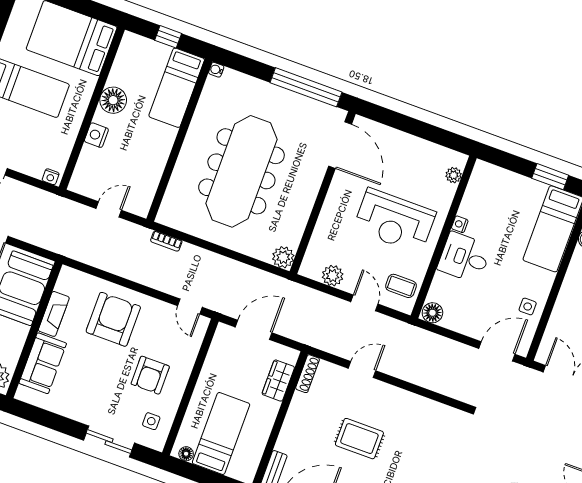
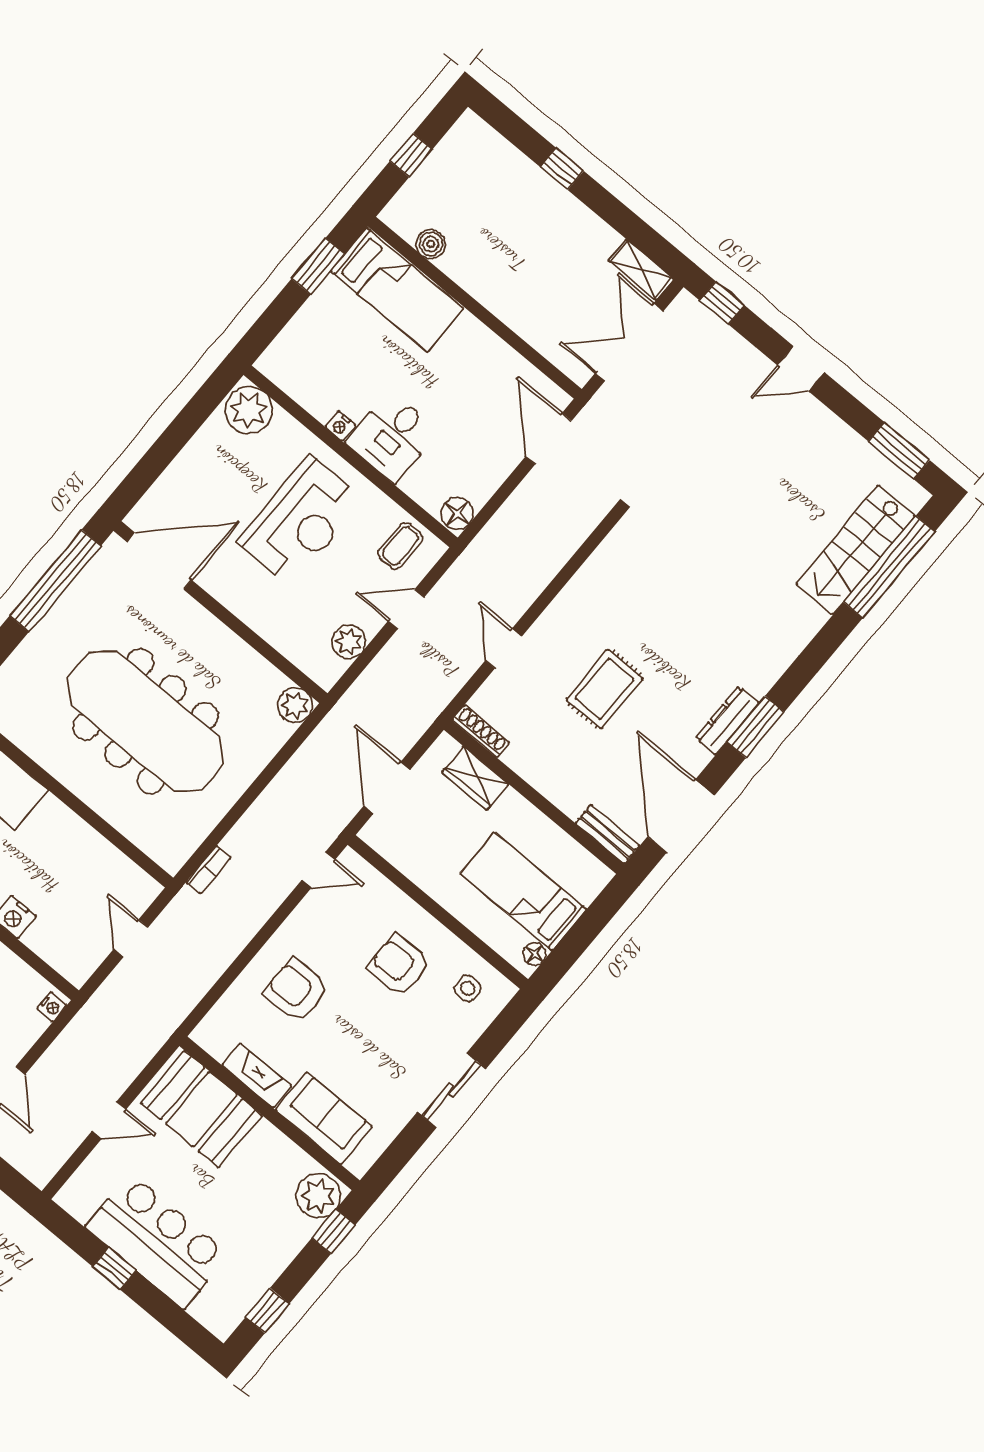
plant: (454, 175) -> (249, 410), width x1.88, depth x1.88
side table: (528, 306) -> (499, 369), removed
armchair: (113, 319) -> (296, 990), width x0.73, depth x0.73
armchair: (150, 375) -> (399, 965), turned 180
sliding door: (109, 442) -> (452, 1090), moved

